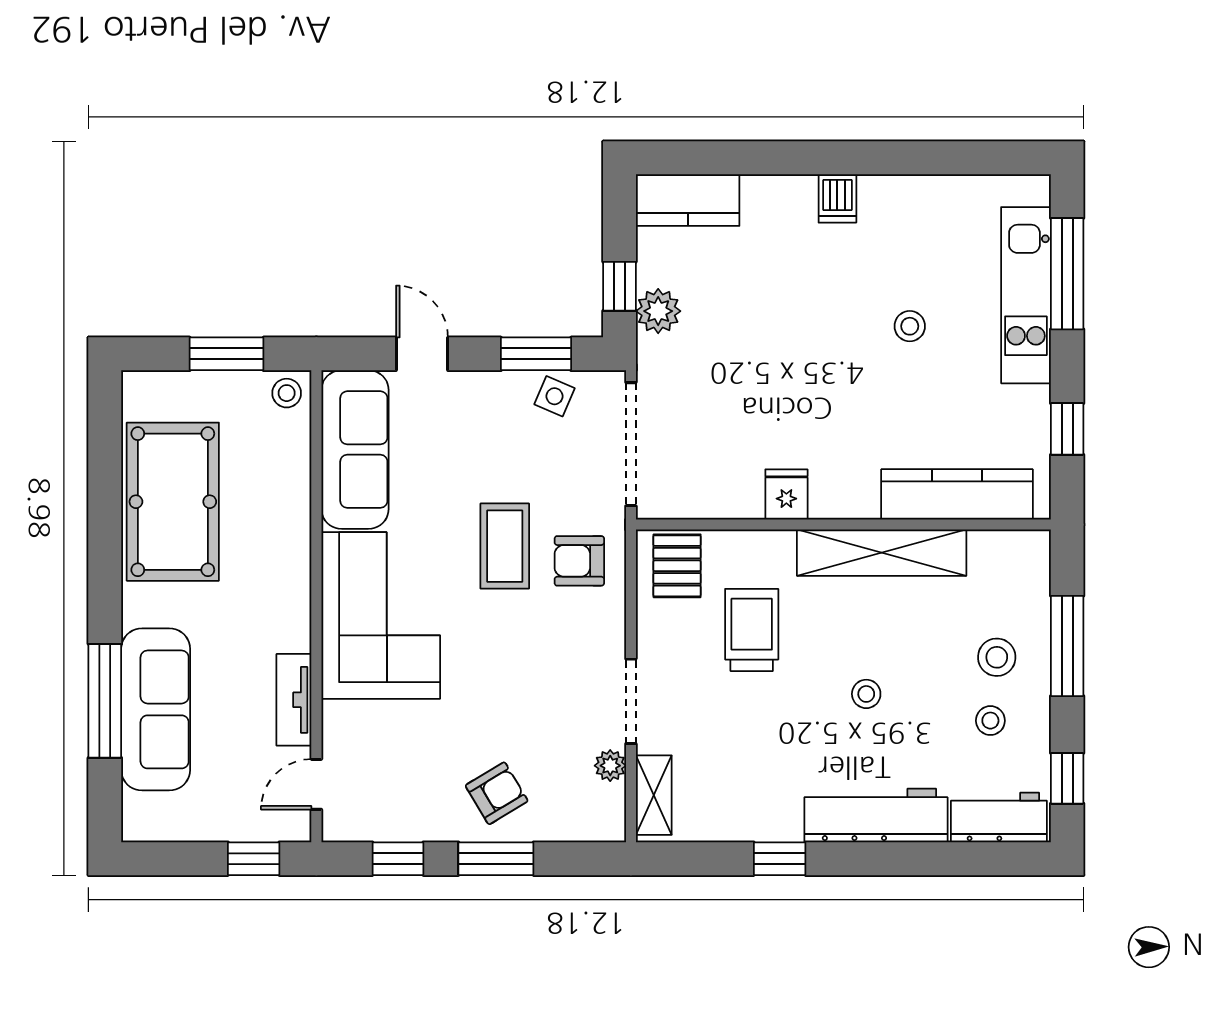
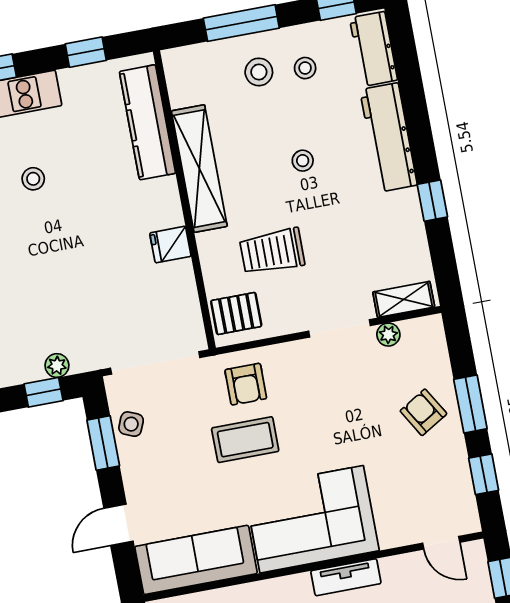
plant: (658, 311) -> (57, 366), width x0.73, depth x0.73
tv unit: (294, 700) -> (346, 577), moved

